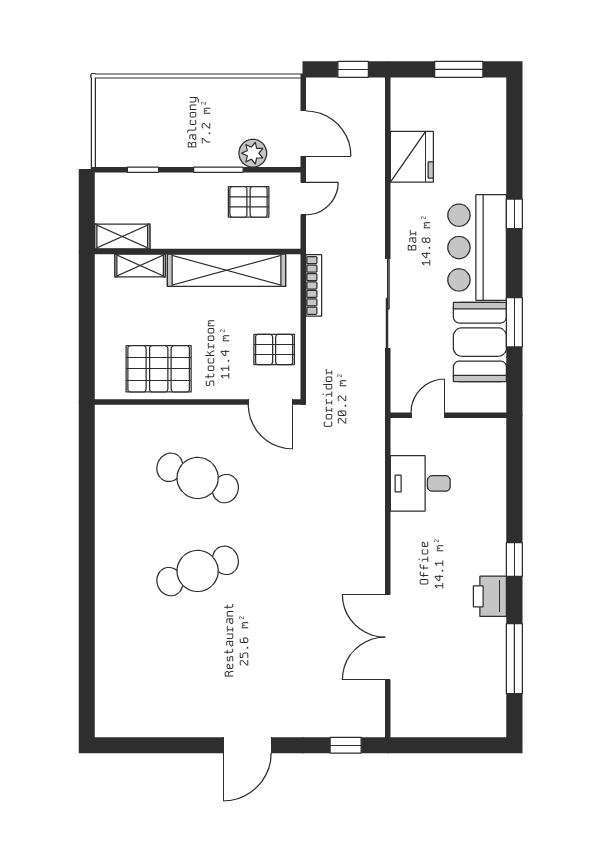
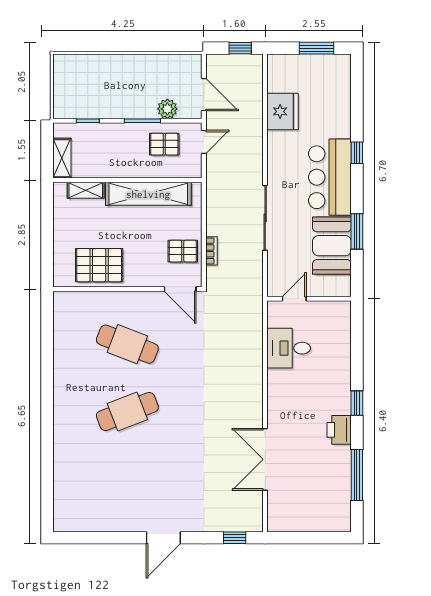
shelving: (122, 236) -> (62, 158), moved, turned 90
bookcase: (314, 285) -> (211, 251), moved, width x0.64

